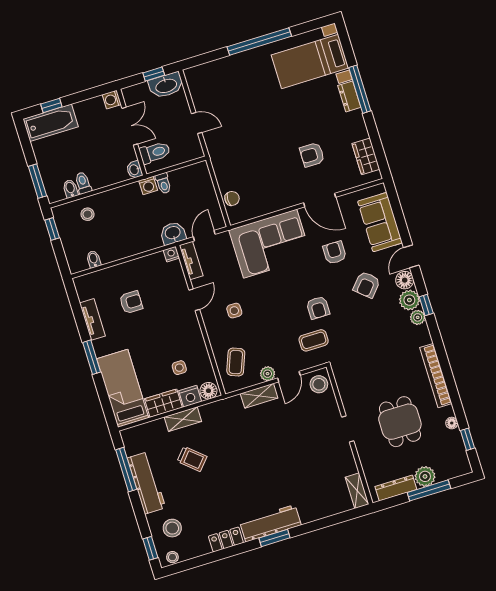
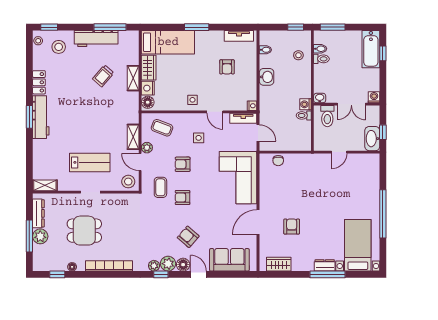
washbasin: (173, 233) -> (267, 77), moved
armchair: (335, 253) -> (183, 164), moved, turned 180
tv unit: (92, 319) -> (239, 36), moved
side table: (179, 368) -> (192, 100), moved
lab bench: (309, 442) -> (90, 162), added

